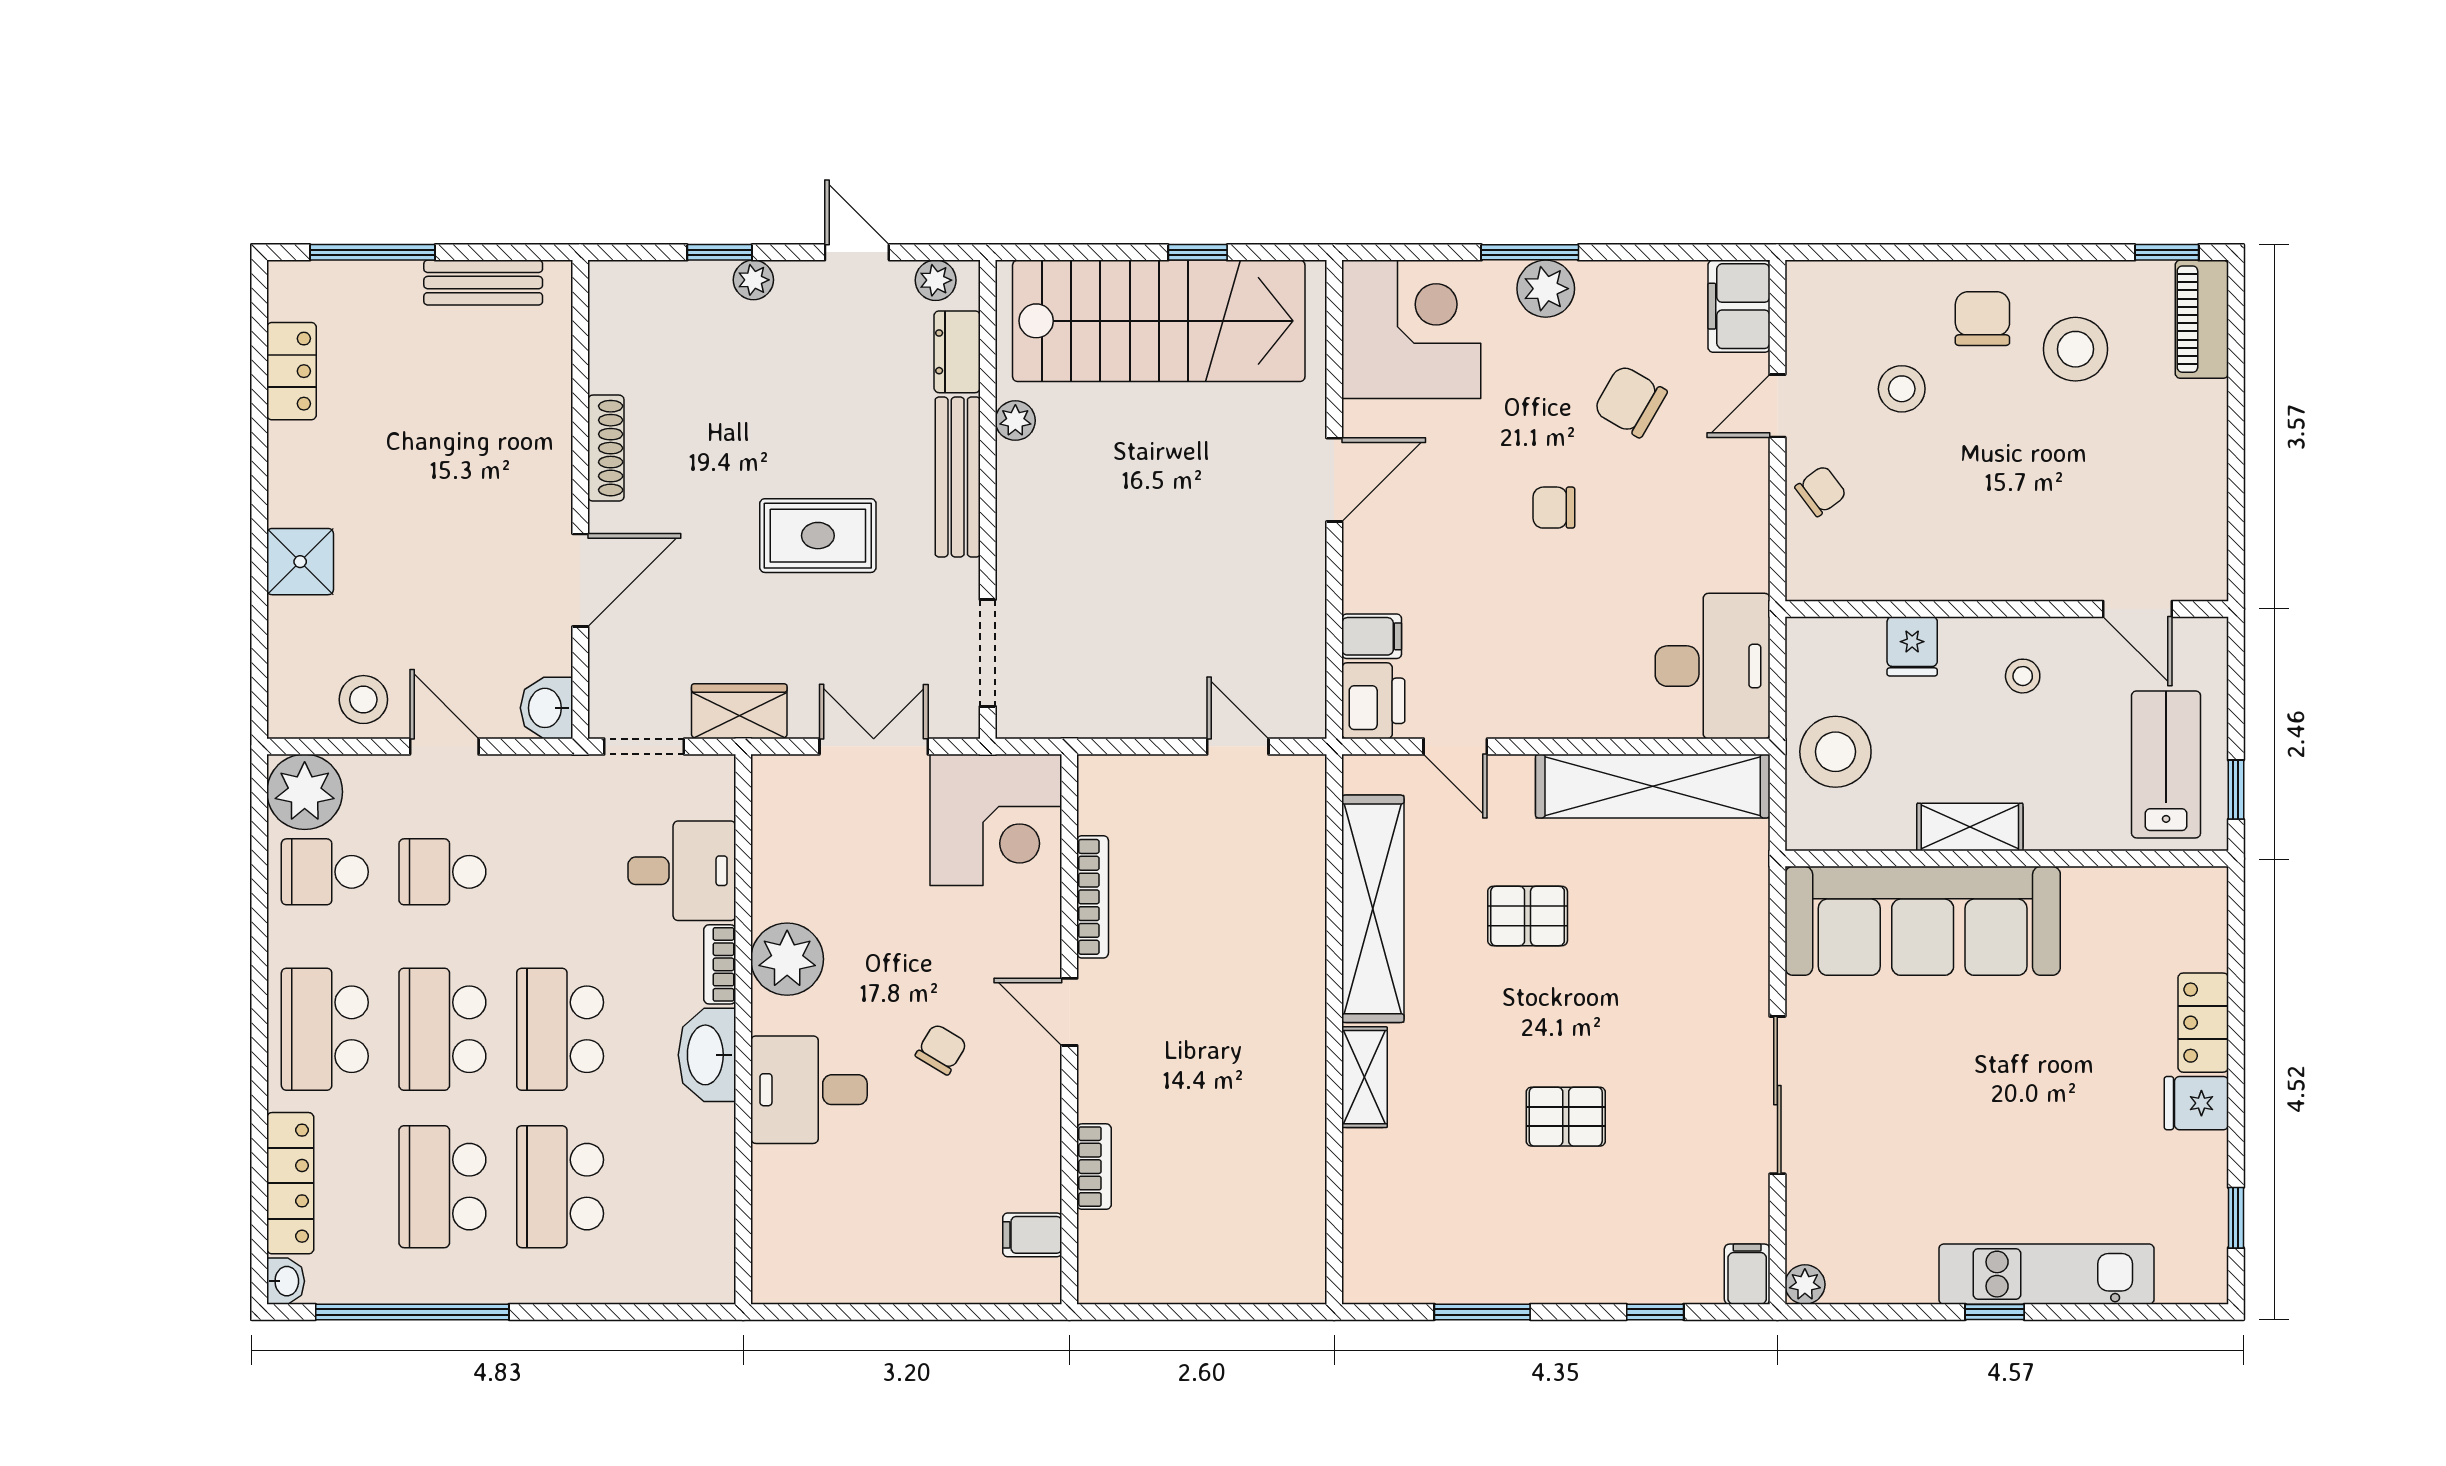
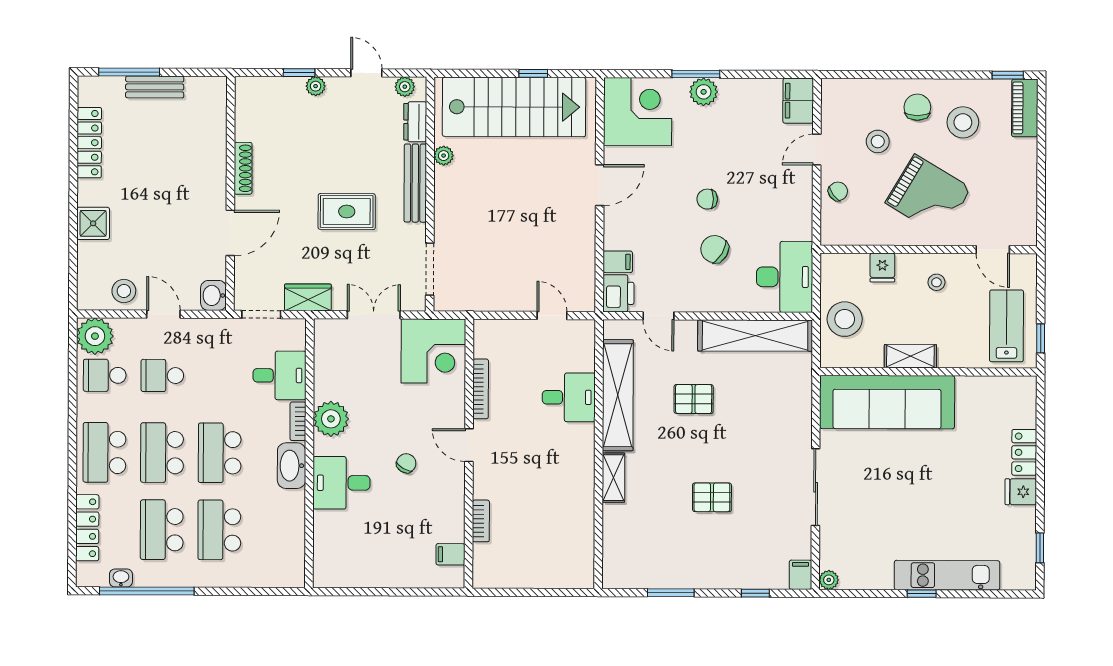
bench: (483, 283) -> (155, 87), moved
locker: (292, 371) -> (89, 143), width x1.53
chair: (1630, 401) -> (715, 249), moved
grand piano: (2005, 499) -> (928, 196), added
desk: (1273, 913) -> (569, 397), added
washbasin: (286, 1281) -> (121, 578), moved, turned -90

